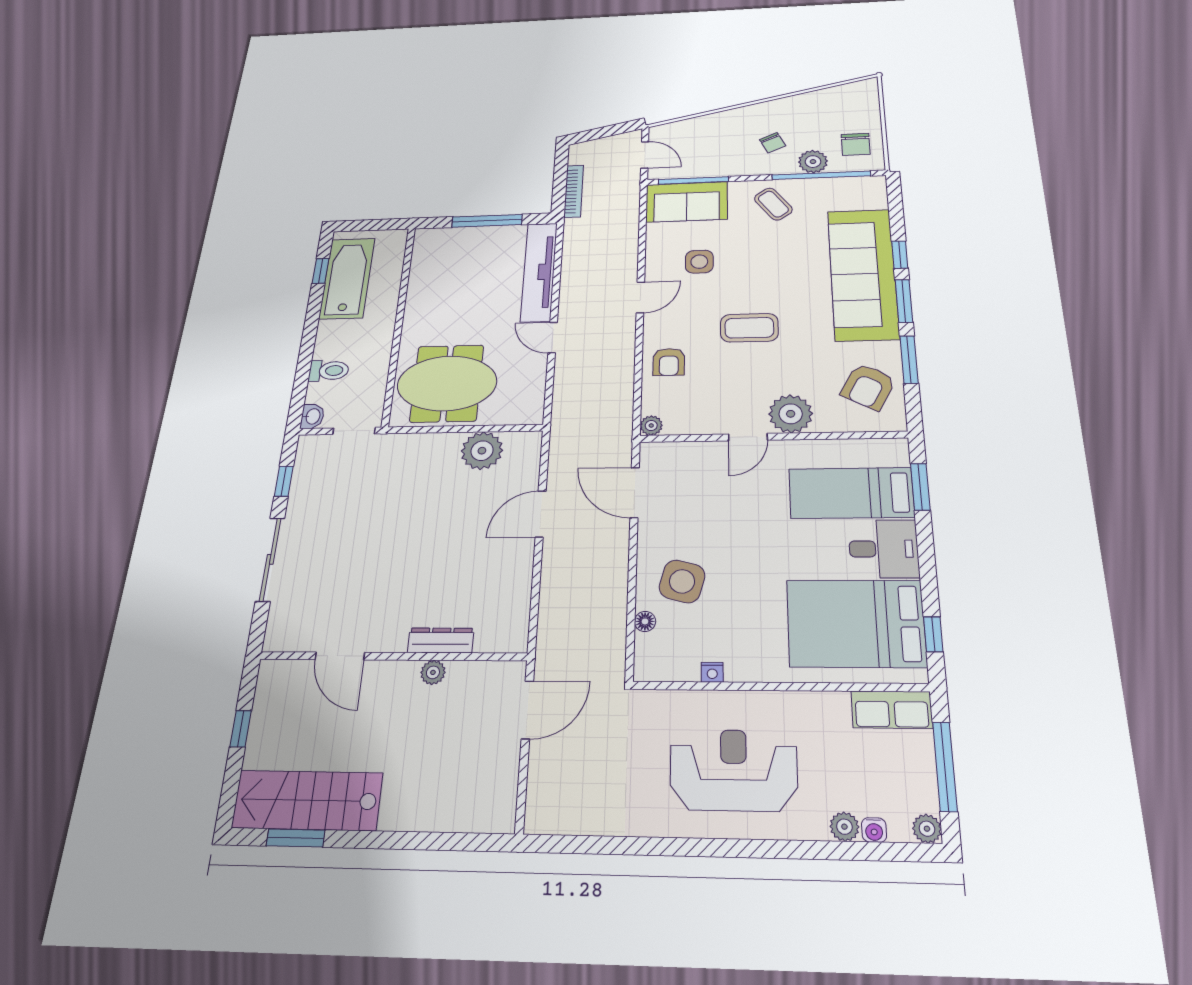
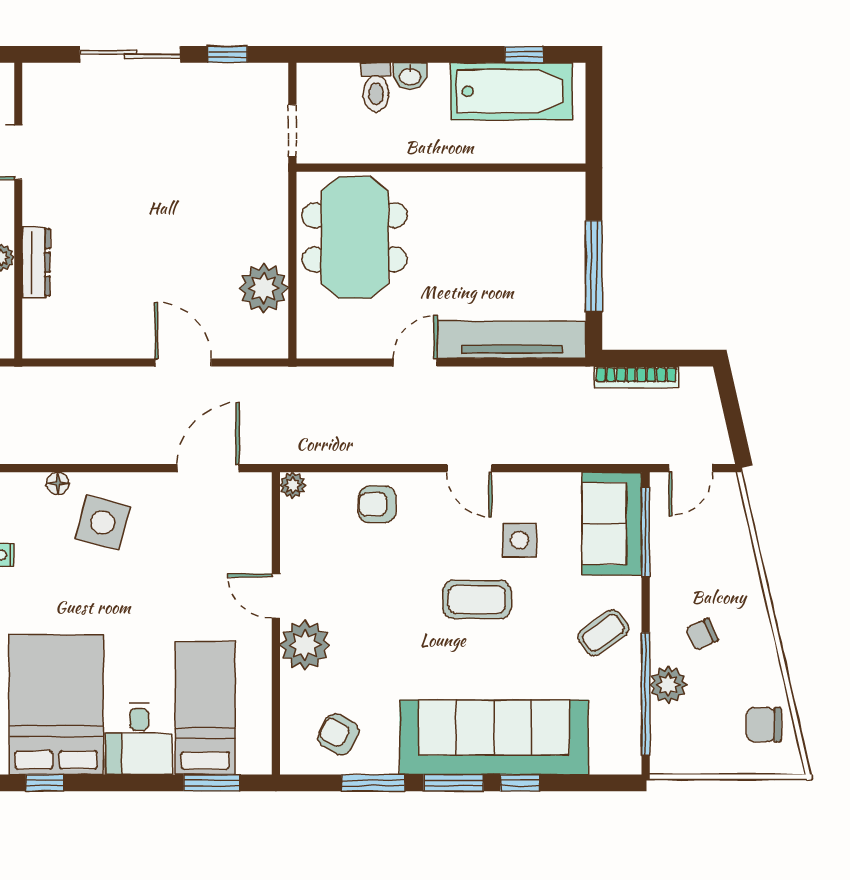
chair: (856, 144) -> (764, 725), moved
coffee table: (749, 328) -> (477, 599), moved, turned 90
armchair: (868, 387) -> (338, 734), width x0.72, depth x0.72
washbasin: (312, 416) -> (410, 76), moved

